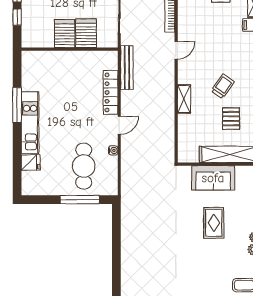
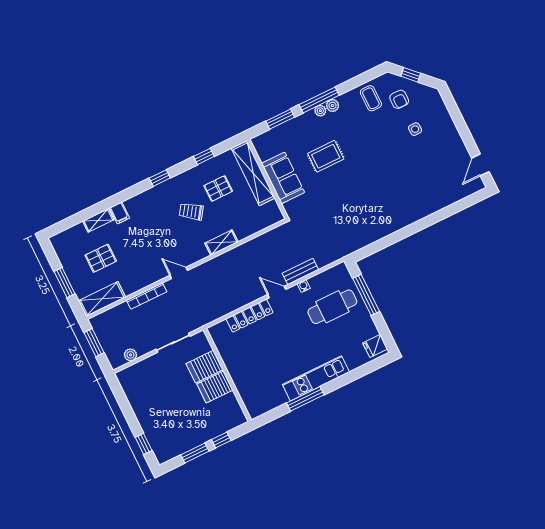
bench: (127, 68) -> (300, 271), moved, width x0.73
fridge: (31, 162) -> (375, 346), moved, turned -90

